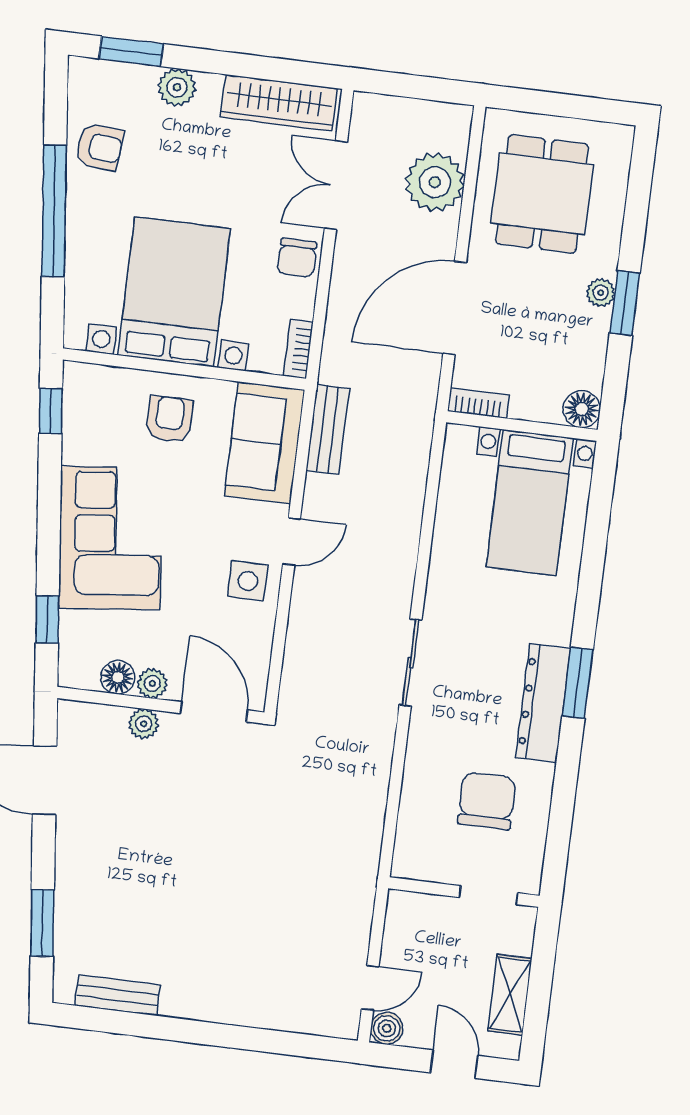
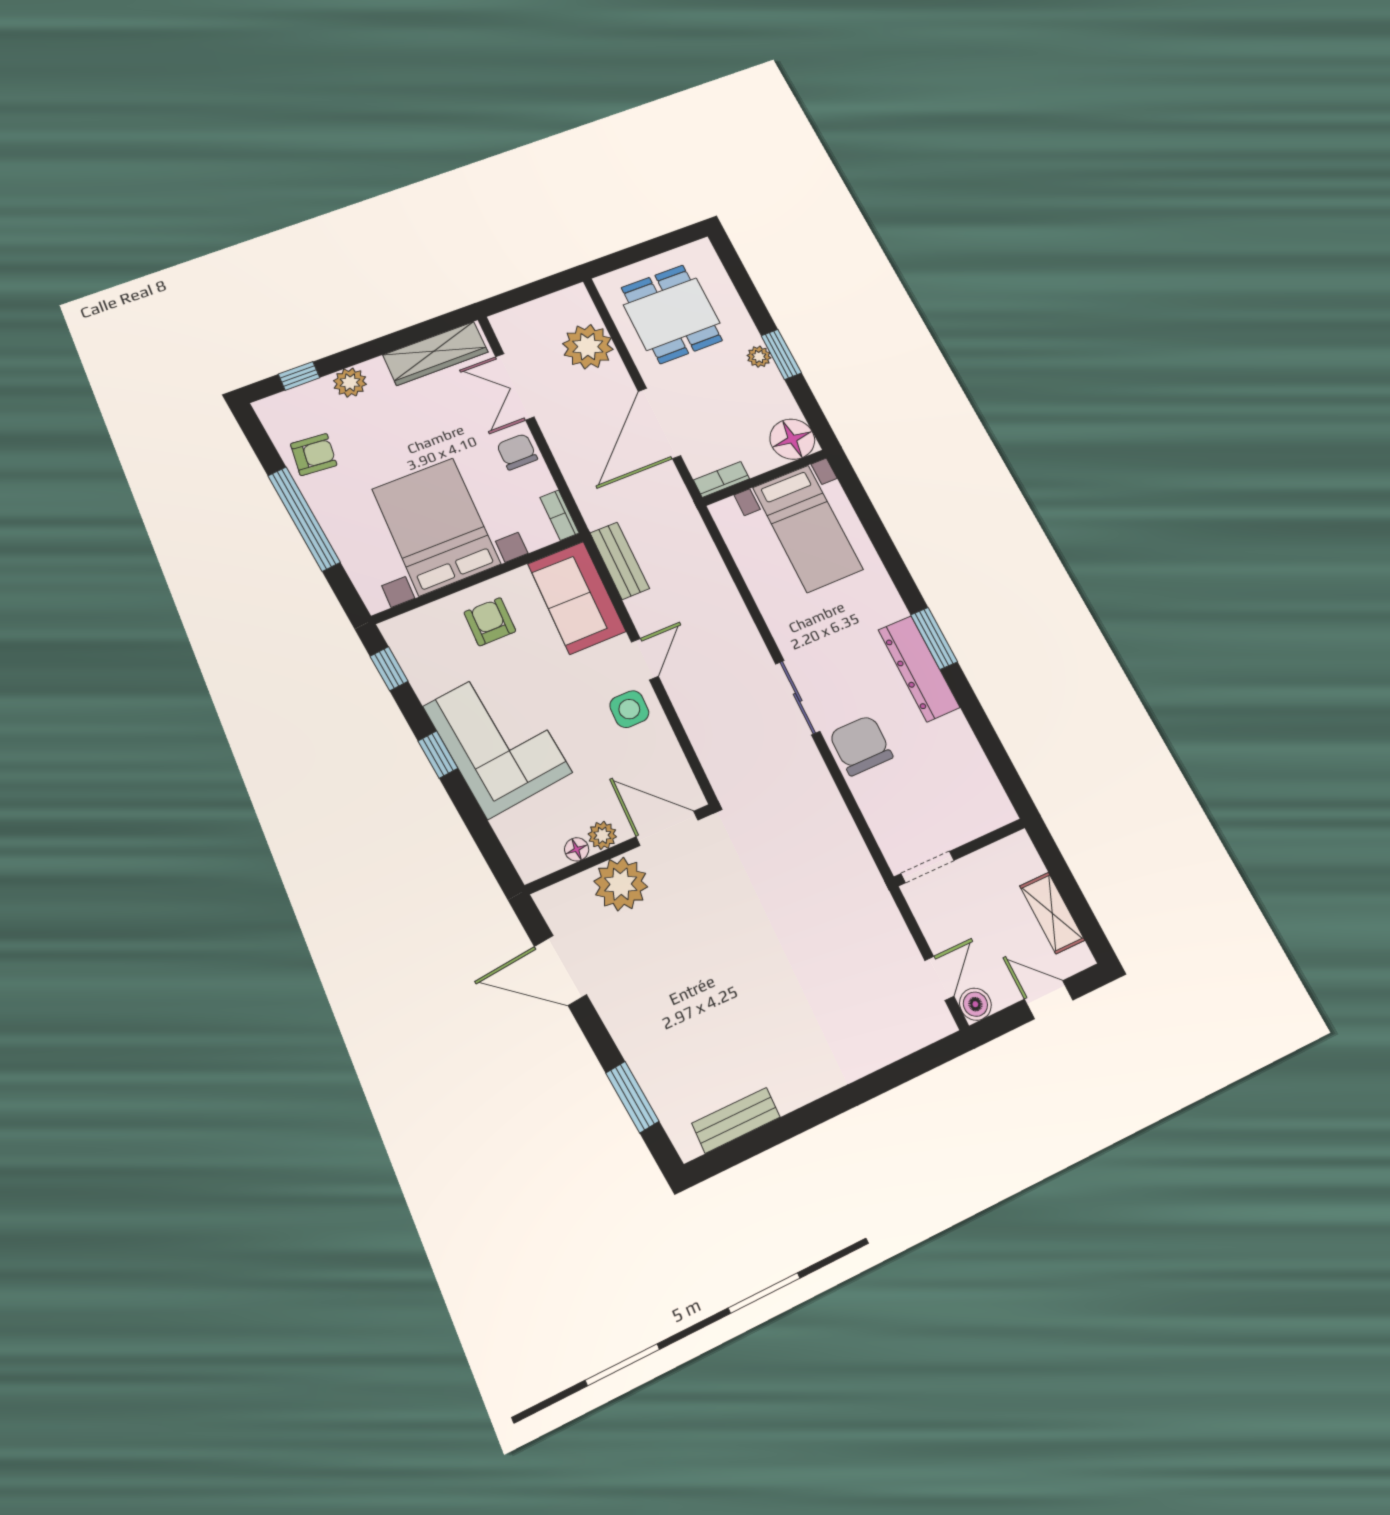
window: (131, 51) -> (299, 376), width x0.67
chair: (297, 258) -> (517, 452), turned 180
floor lamp: (582, 409) -> (792, 439), width x1.38, depth x1.38
window: (47, 619) -> (438, 755), moved
floor lamp: (118, 677) -> (577, 849), width x0.73, depth x0.73
plant: (144, 724) -> (621, 884), width x1.87, depth x1.87
chair: (487, 801) -> (861, 745), moved
doorway: (489, 895) -> (928, 867), moved

